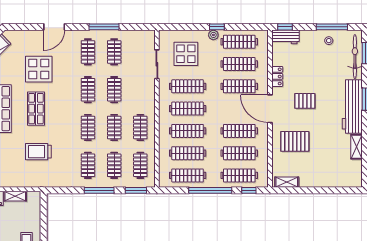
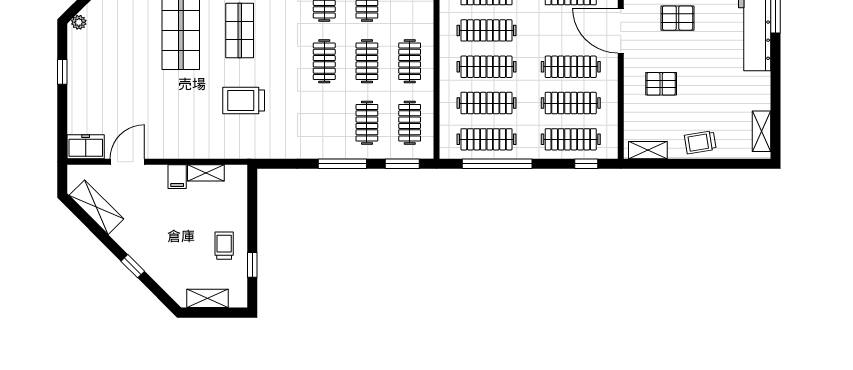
pallet: (295, 141) -> (661, 84), width x0.67, depth x0.71
shelving: (356, 147) -> (761, 131), moved
clothes rail: (88, 165) -> (324, 123), removed
trolley: (319, 177) -> (700, 142), added
window: (210, 190) -> (497, 164), moved

